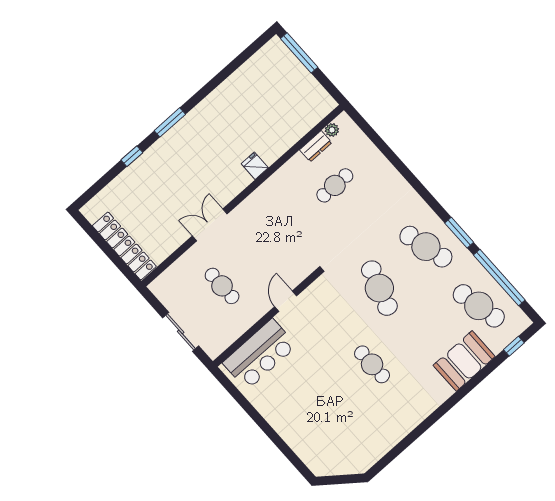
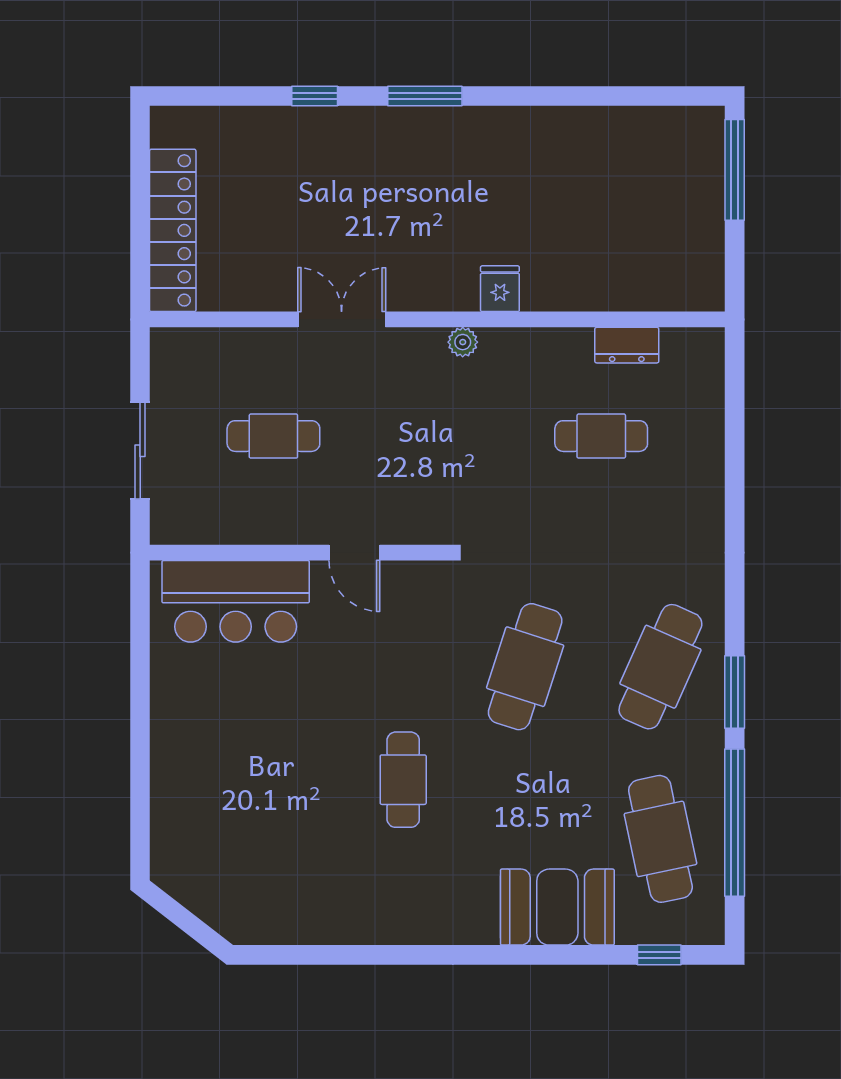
plant: (332, 130) -> (463, 342), moved
cafe table: (426, 247) -> (660, 667), turned 39
cafe table: (222, 286) -> (273, 436), turned 90
door: (286, 301) -> (354, 553), swing flipped

